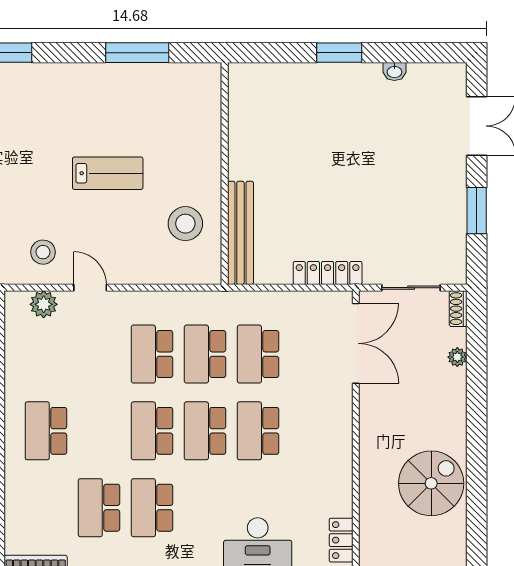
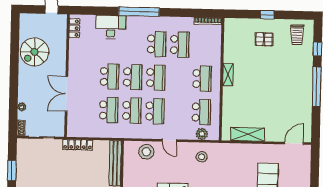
stool: (185, 224) -> (146, 152), moved
door: (90, 288) -> (169, 140), moved
double door: (356, 343) -> (66, 94), moved
school desk: (46, 354) -> (201, 112), added

